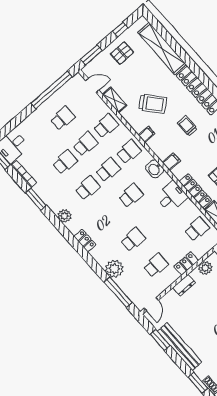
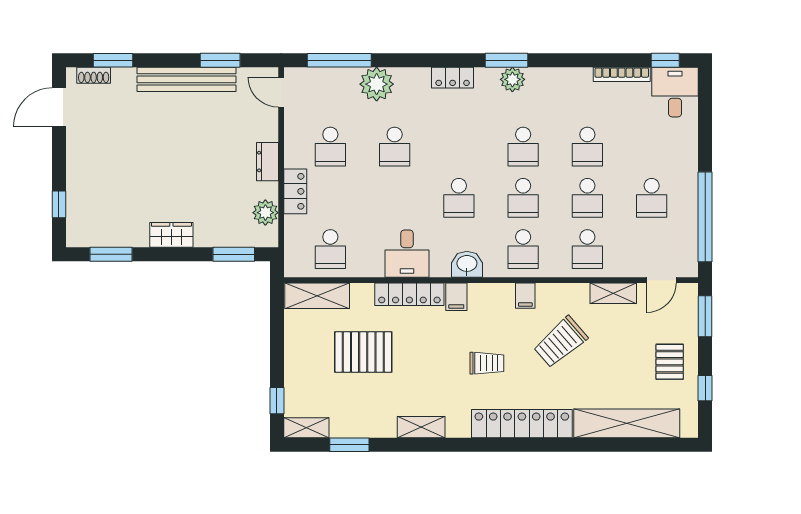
locker: (195, 191) -> (409, 294), moved
window: (36, 199) -> (507, 60), moved

